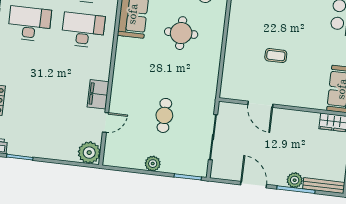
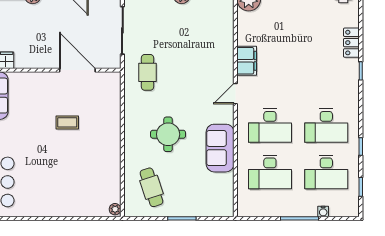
door: (260, 104) -> (77, 70), width x1.36
cafe table: (164, 115) -> (147, 72), moved
door: (106, 122) -> (235, 94), moved

